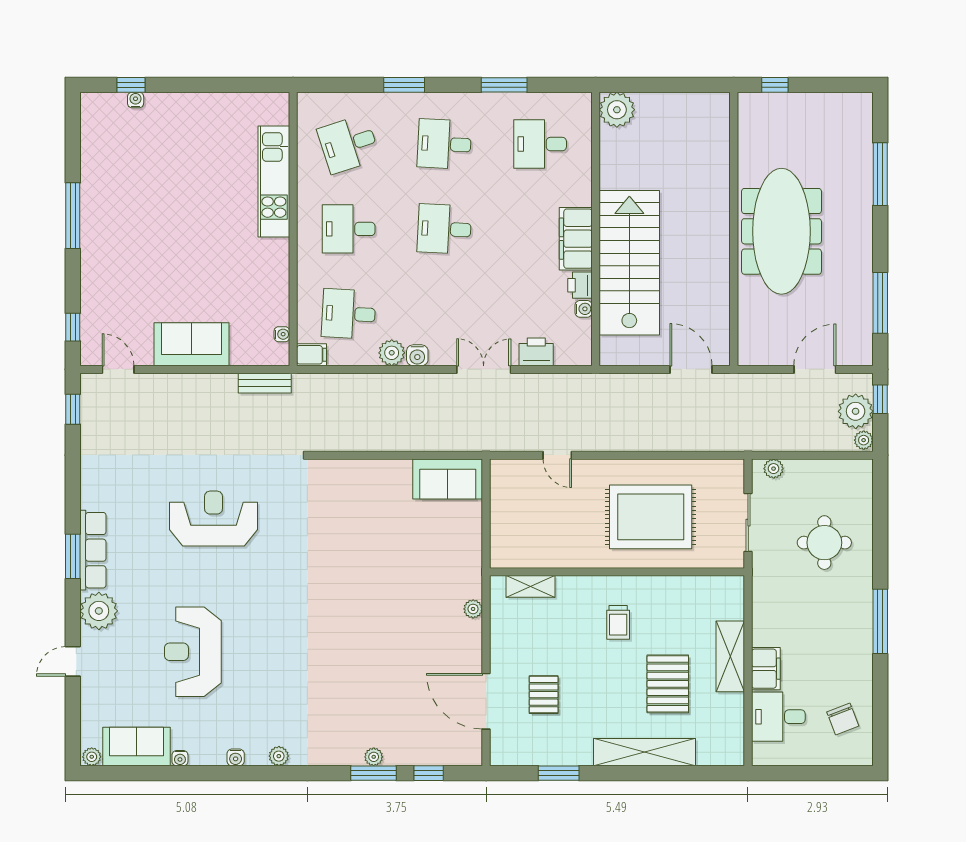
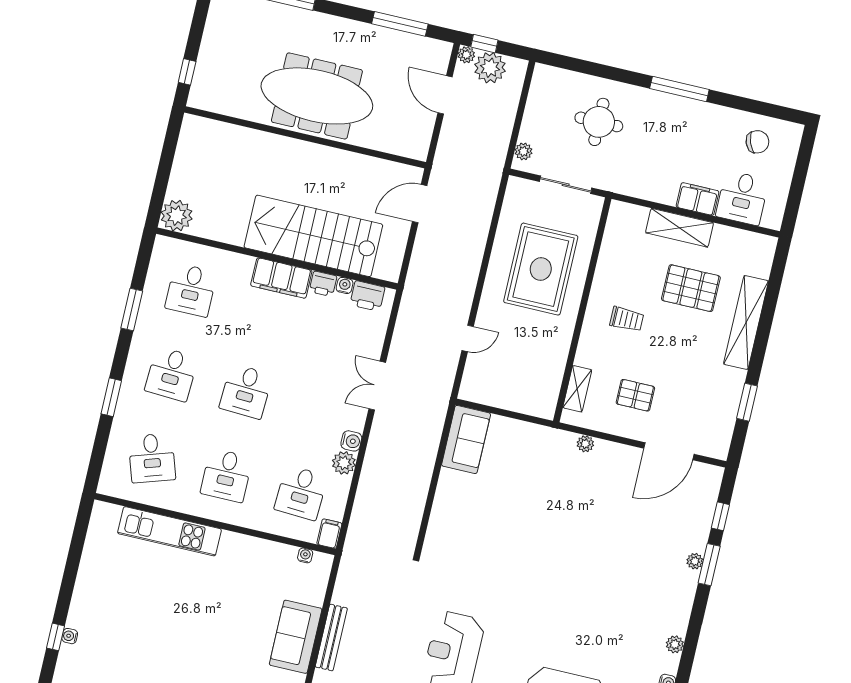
printer: (536, 352) -> (367, 296), moved, turned -90
bench: (265, 383) -> (331, 638), moved, width x1.36
plant: (864, 440) -> (466, 55), moved
pallet: (544, 695) -> (635, 395), moved

